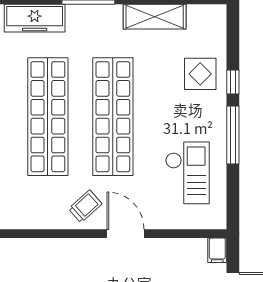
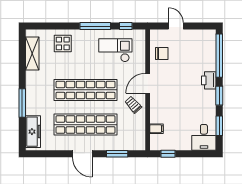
shelving: (155, 17) -> (32, 54), moved
window: (233, 82) -> (126, 26), moved
filing cabinet: (217, 250) -> (157, 129), moved
chair: (182, 260) -> (162, 53), added

